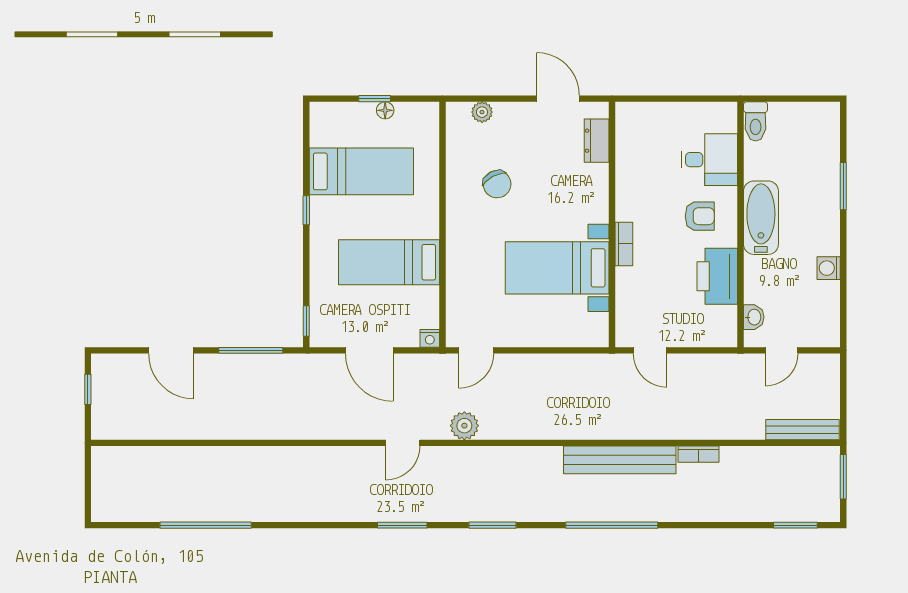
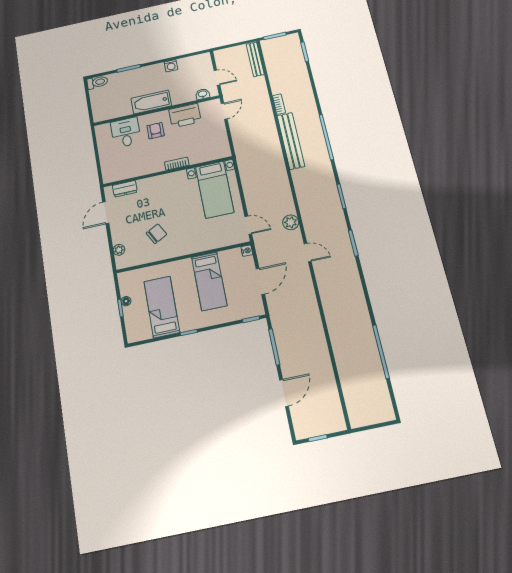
toilet: (756, 121) -> (97, 82), moved
bed with nightstands: (557, 268) -> (215, 190), moved
door: (650, 350) -> (224, 111), moved

